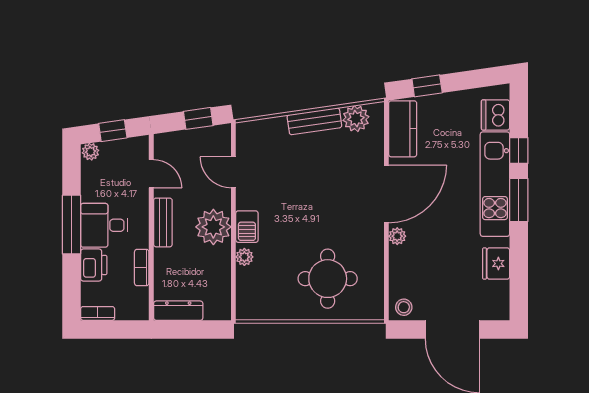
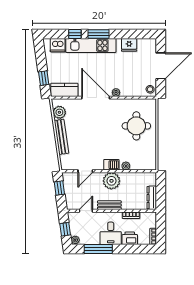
bench: (314, 121) -> (61, 137), width x1.36
window: (71, 225) -> (98, 249), moved

